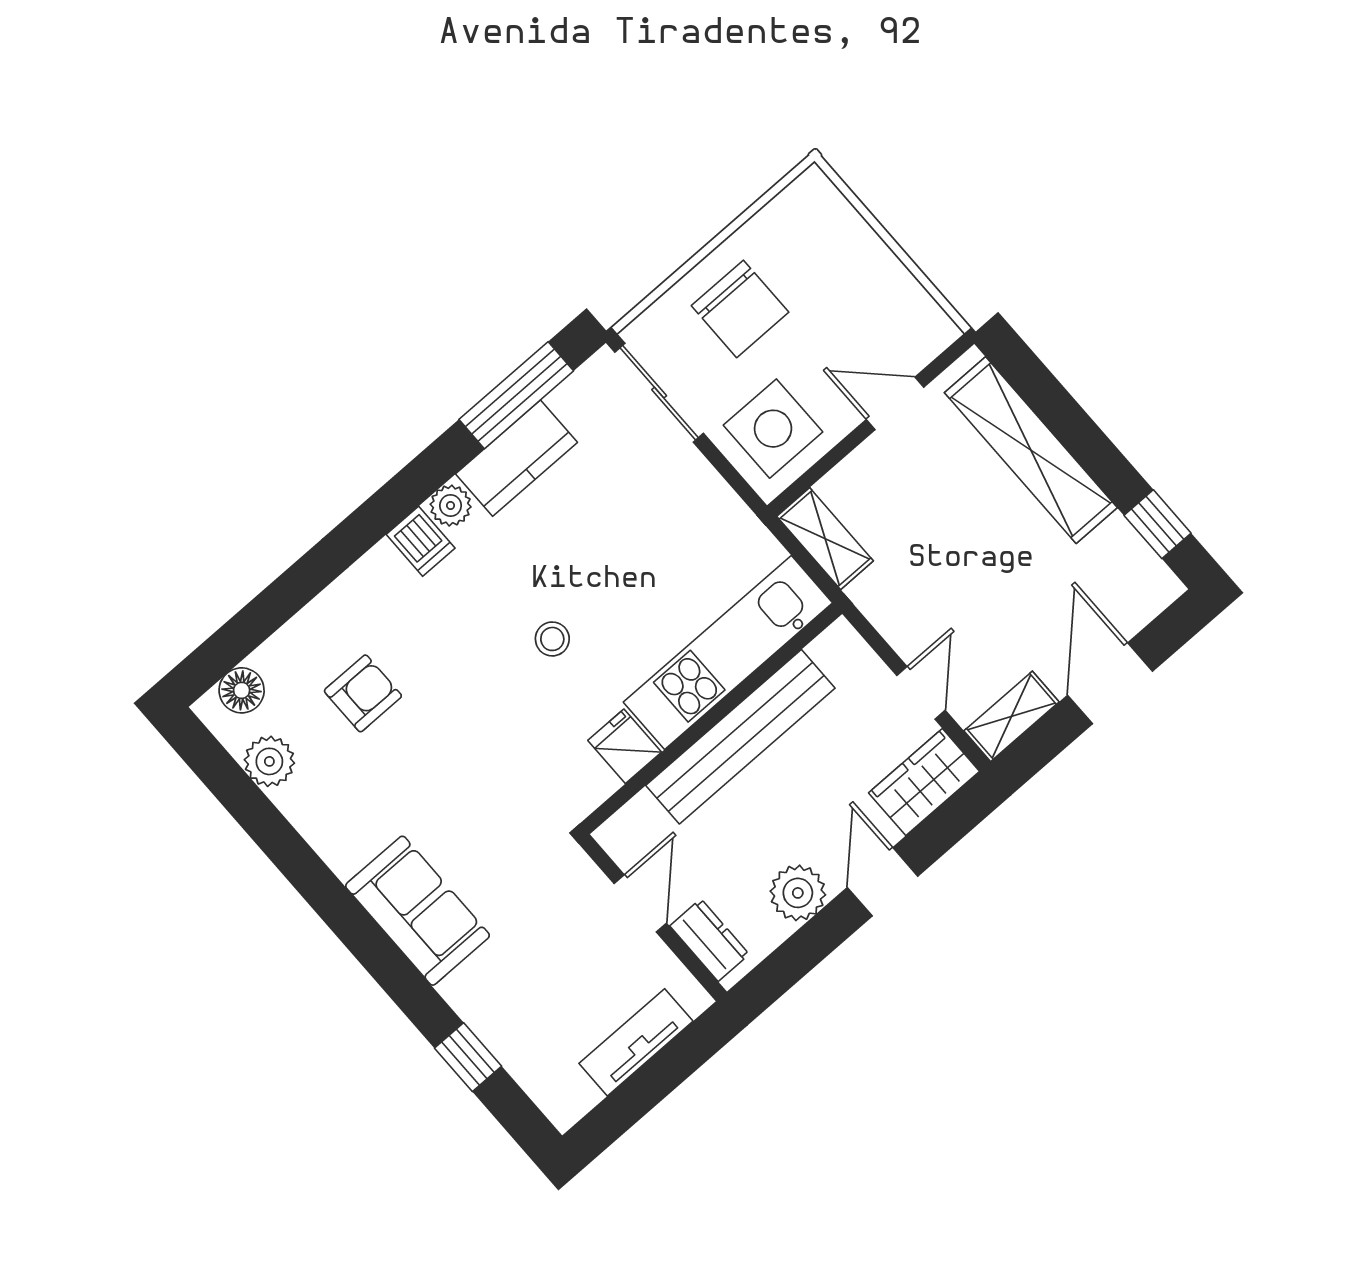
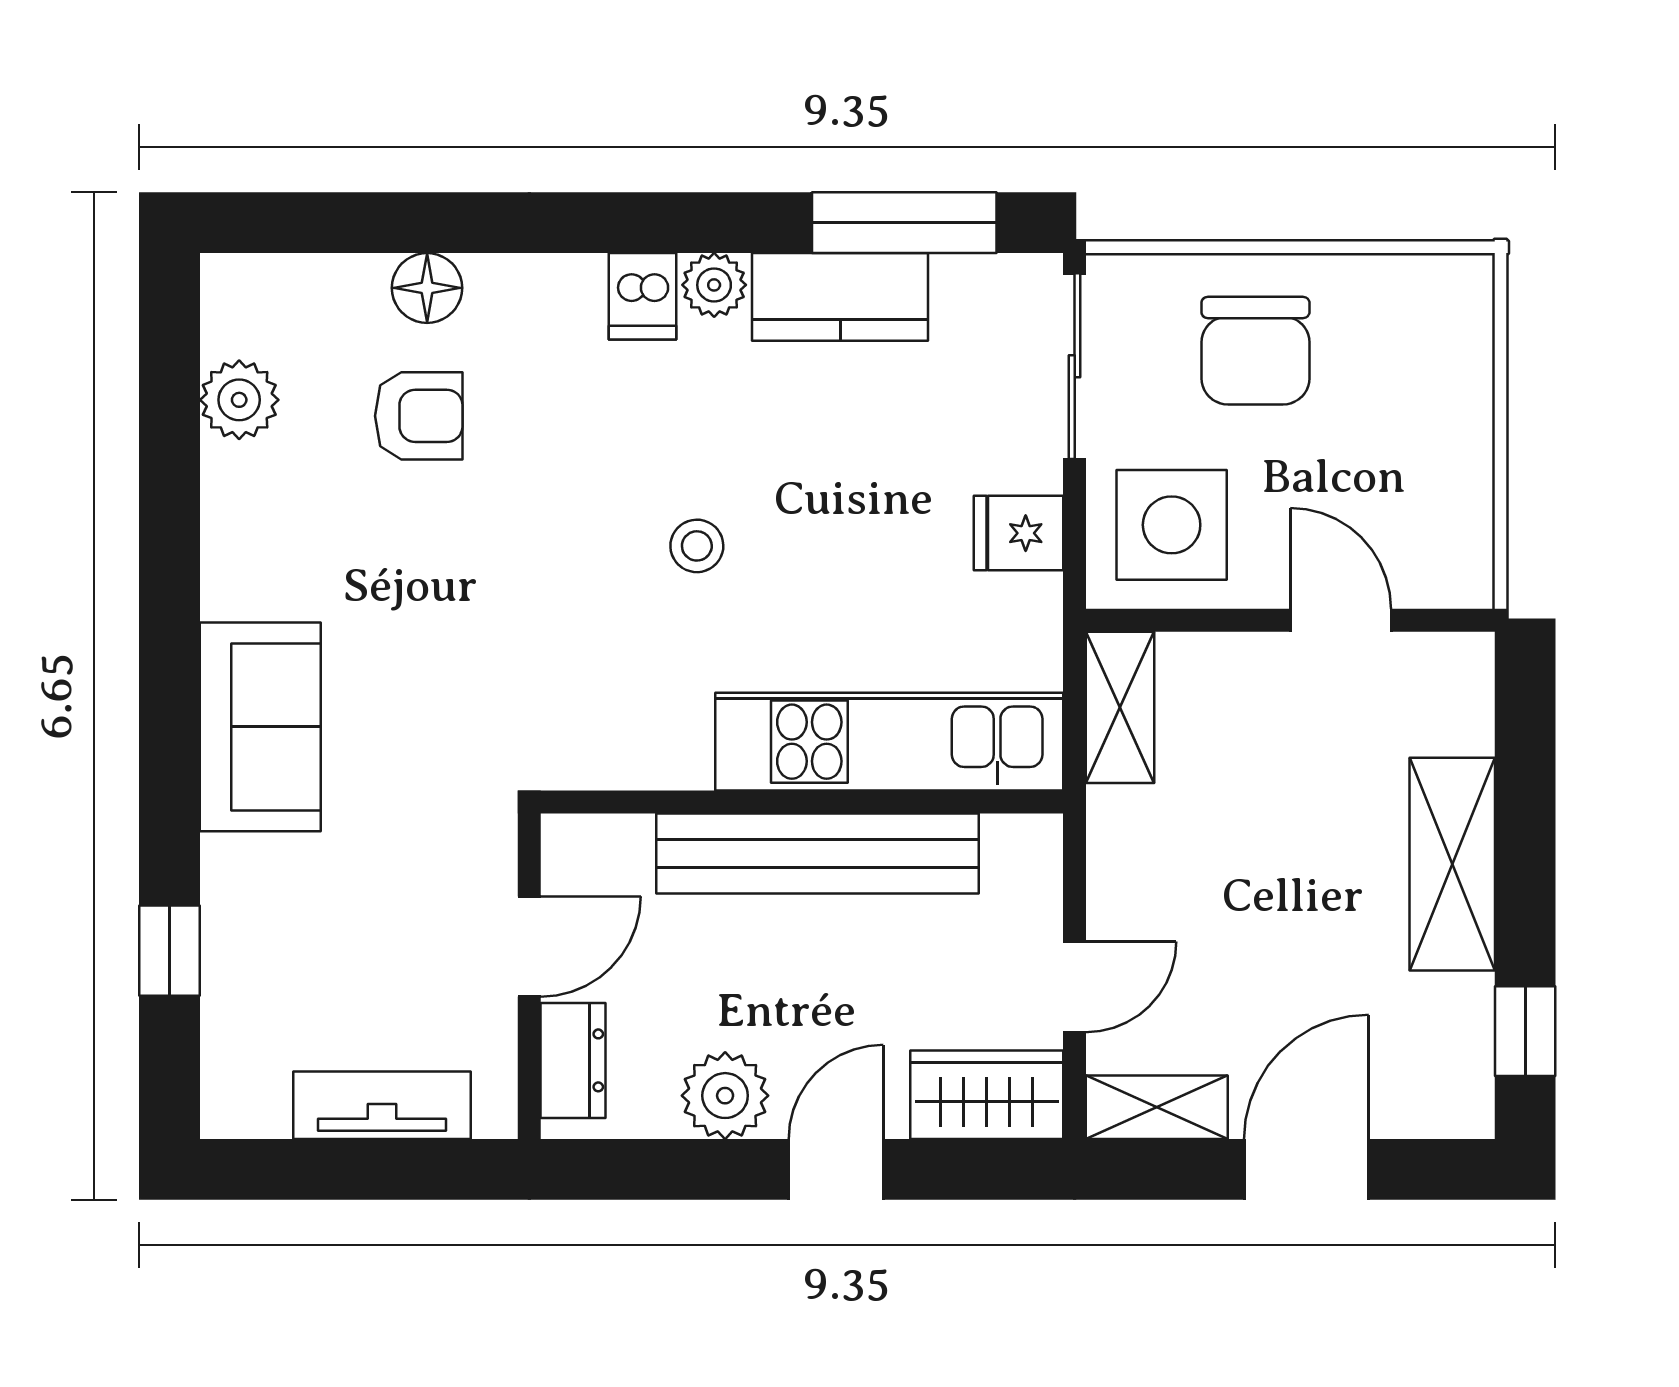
shelving: (1031, 450) -> (1452, 864), width x0.68
floor lamp: (242, 690) -> (427, 288), moved
fridge: (625, 746) -> (1019, 533), moved, turned -90

